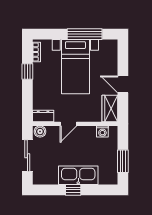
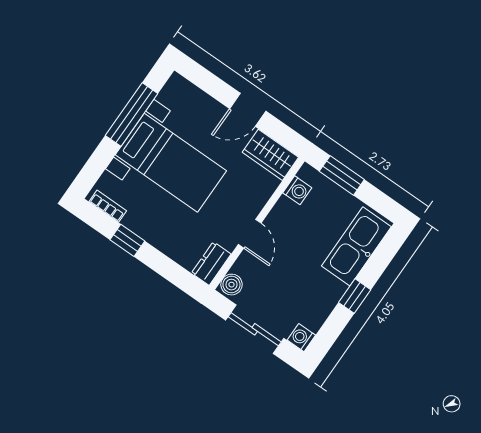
window: (123, 161) -> (342, 175), moved
kitchen sink: (78, 175) -> (356, 246), moved
washing machine: (38, 179) -> (301, 338), added

